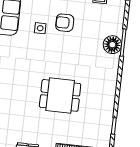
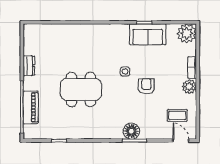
side table: (40, 28) -> (125, 71), moved
dining table: (60, 95) -> (81, 89), width x1.38

